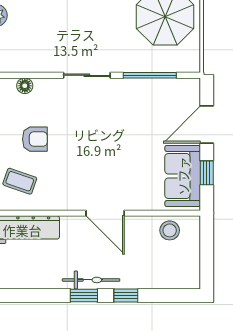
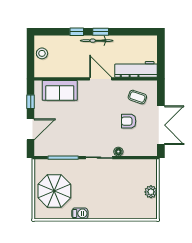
floor lamp: (25, 86) -> (118, 152), moved
sofa: (183, 176) -> (60, 90), moved, turned 90
door: (105, 213) -> (101, 79), moved
stool: (170, 230) -> (42, 53), moved

